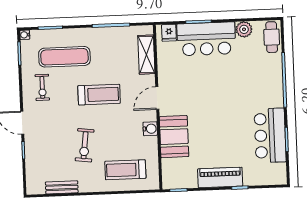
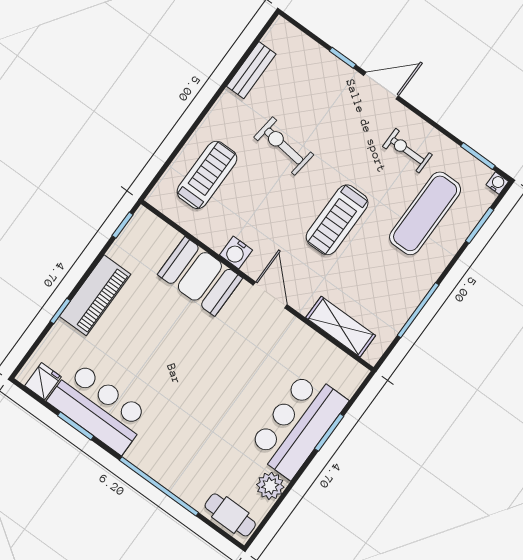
fridge: (169, 33) -> (43, 381), moved, turned 90

